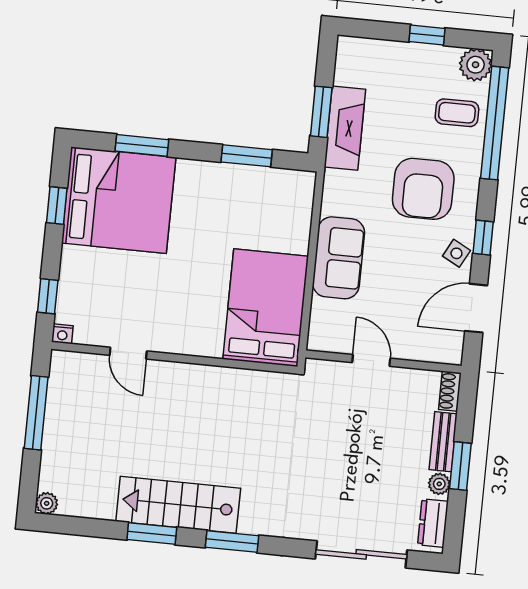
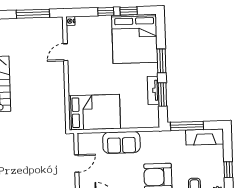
window: (321, 112) -> (187, 126), width x1.44
fireplace: (345, 128) -> (205, 137), moved
window: (142, 145) -> (161, 61), moved
tv unit: (235, 175) -> (153, 90), added
window: (48, 296) -> (106, 12), moved

